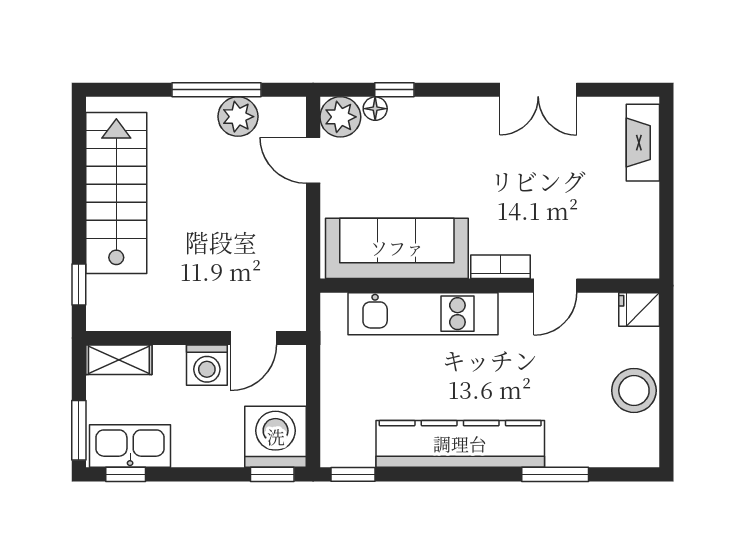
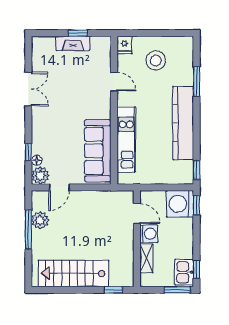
fireplace: (643, 143) -> (73, 43), moved
window: (666, 203) -> (78, 33), added
bookcase: (501, 267) -> (106, 106), removed
shelving: (119, 360) -> (146, 258), moved
stool: (634, 390) -> (156, 60), moved
kitchen sink: (130, 446) -> (184, 272), width x0.73

